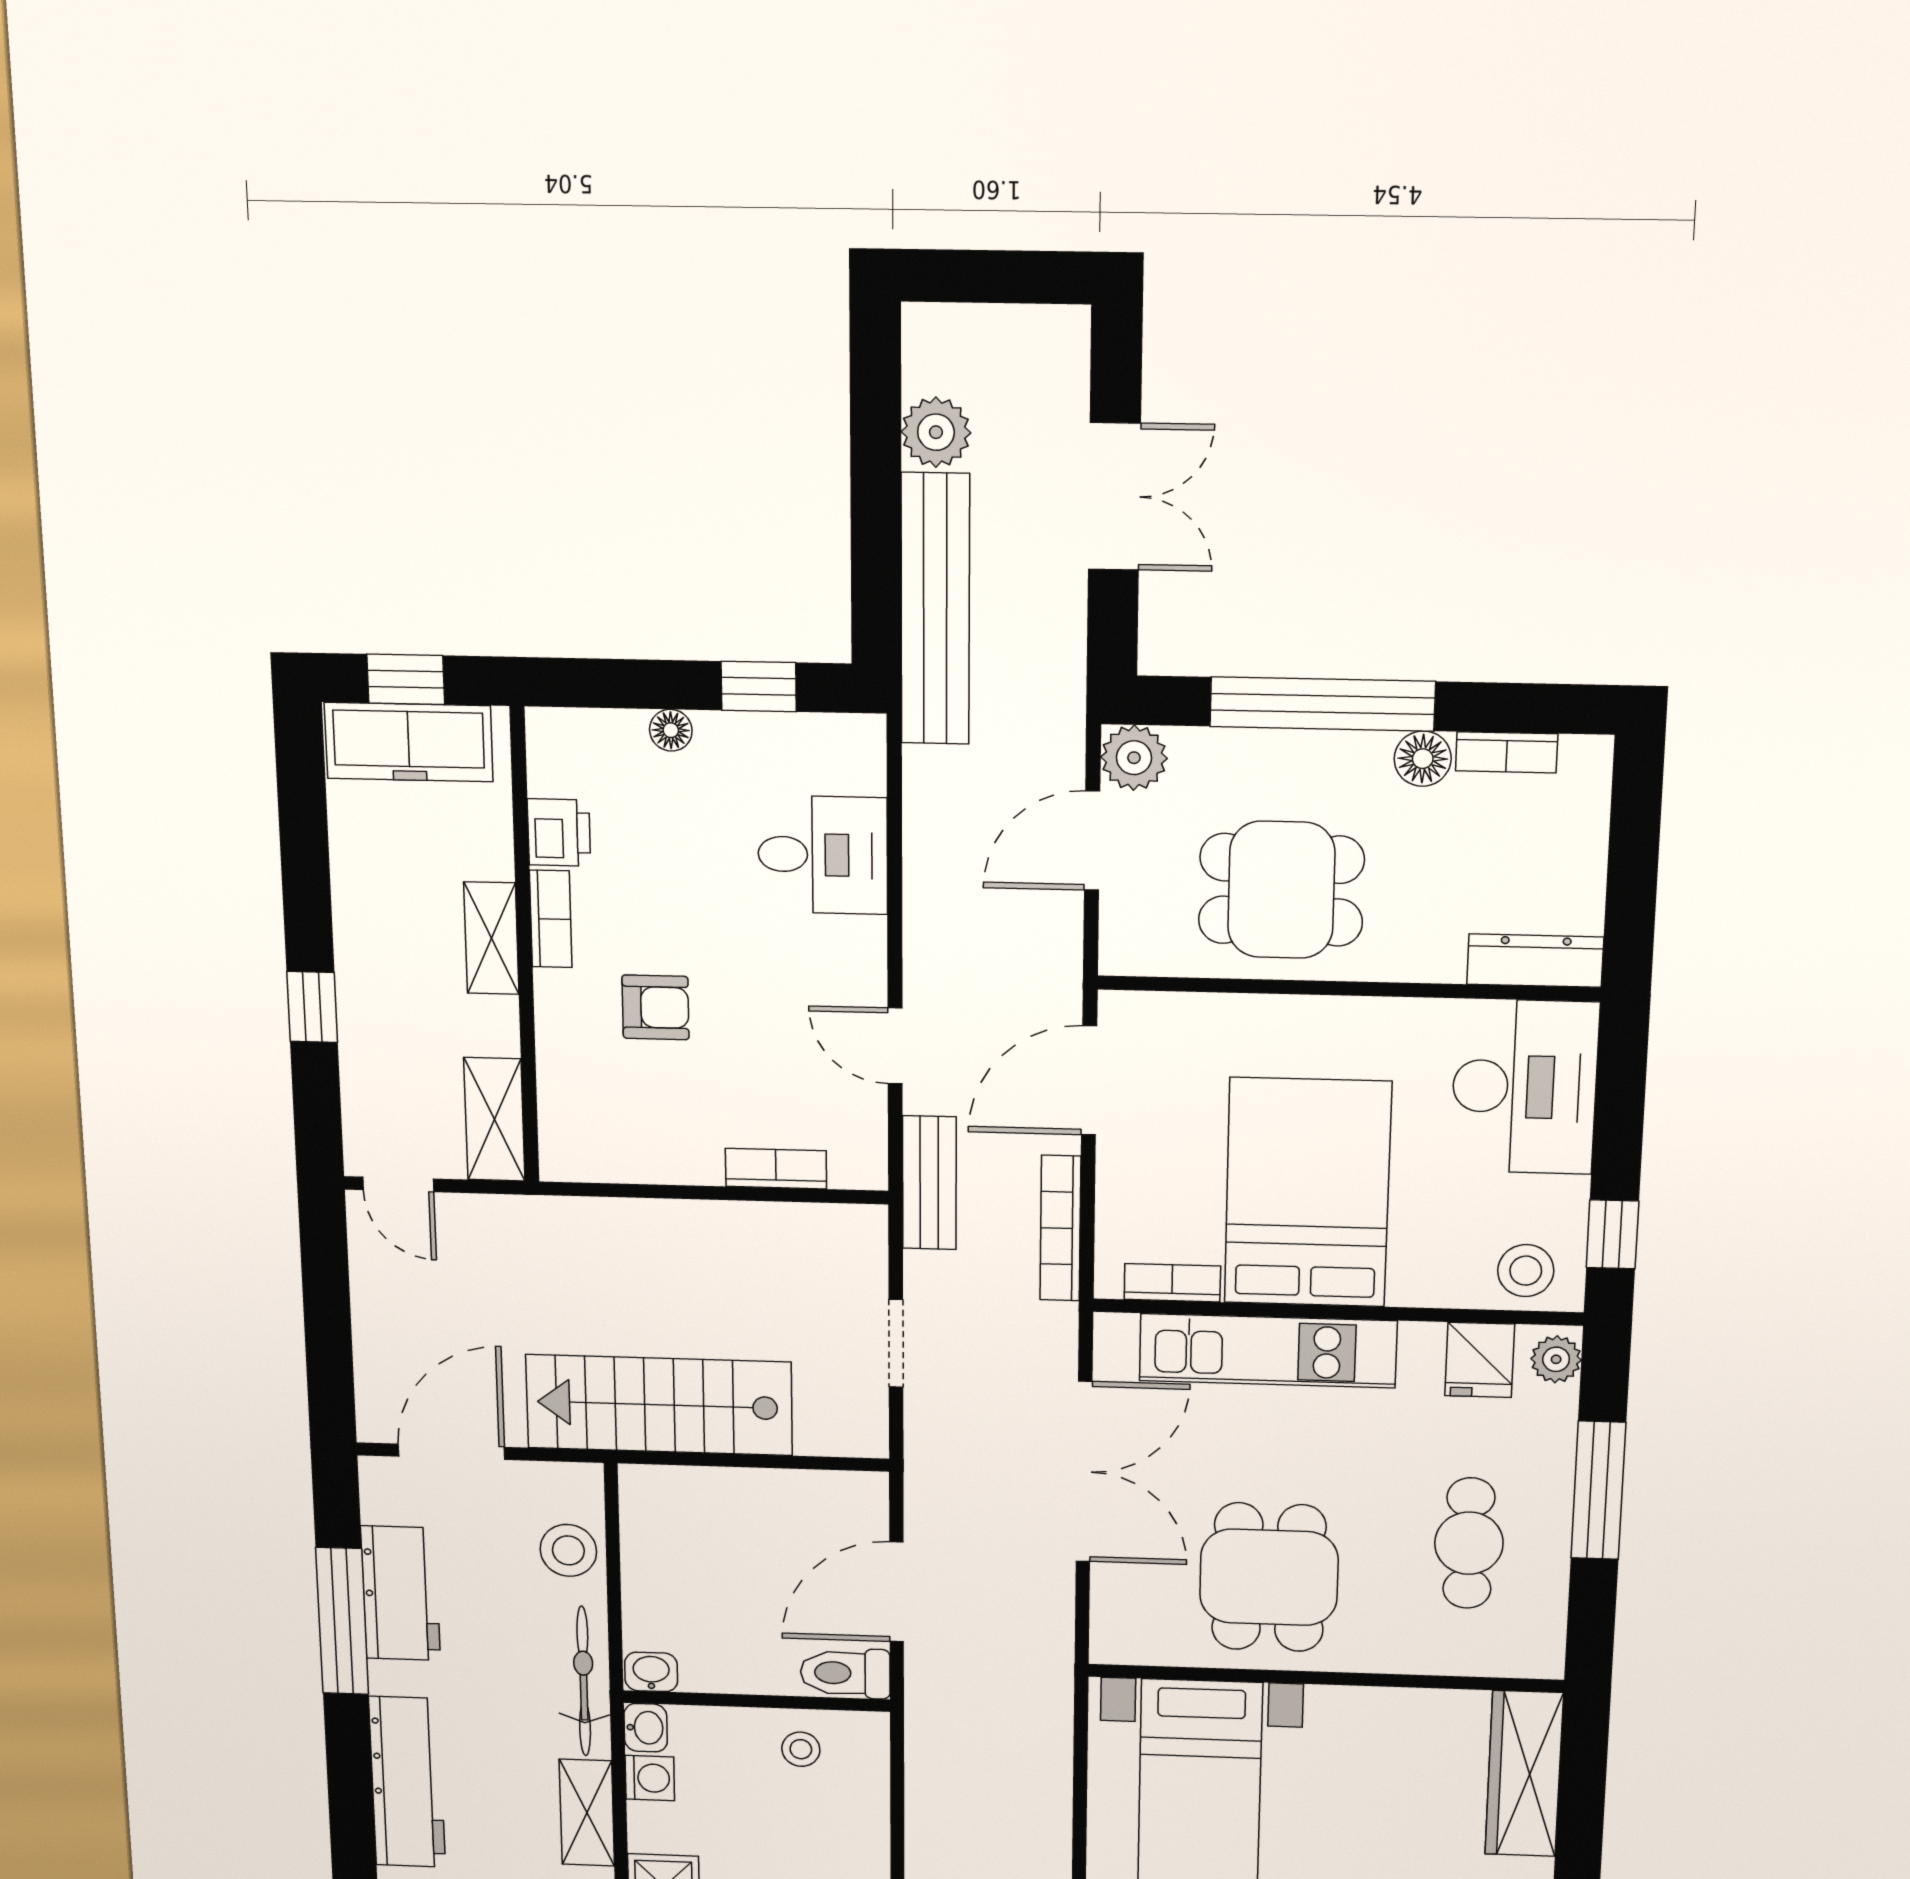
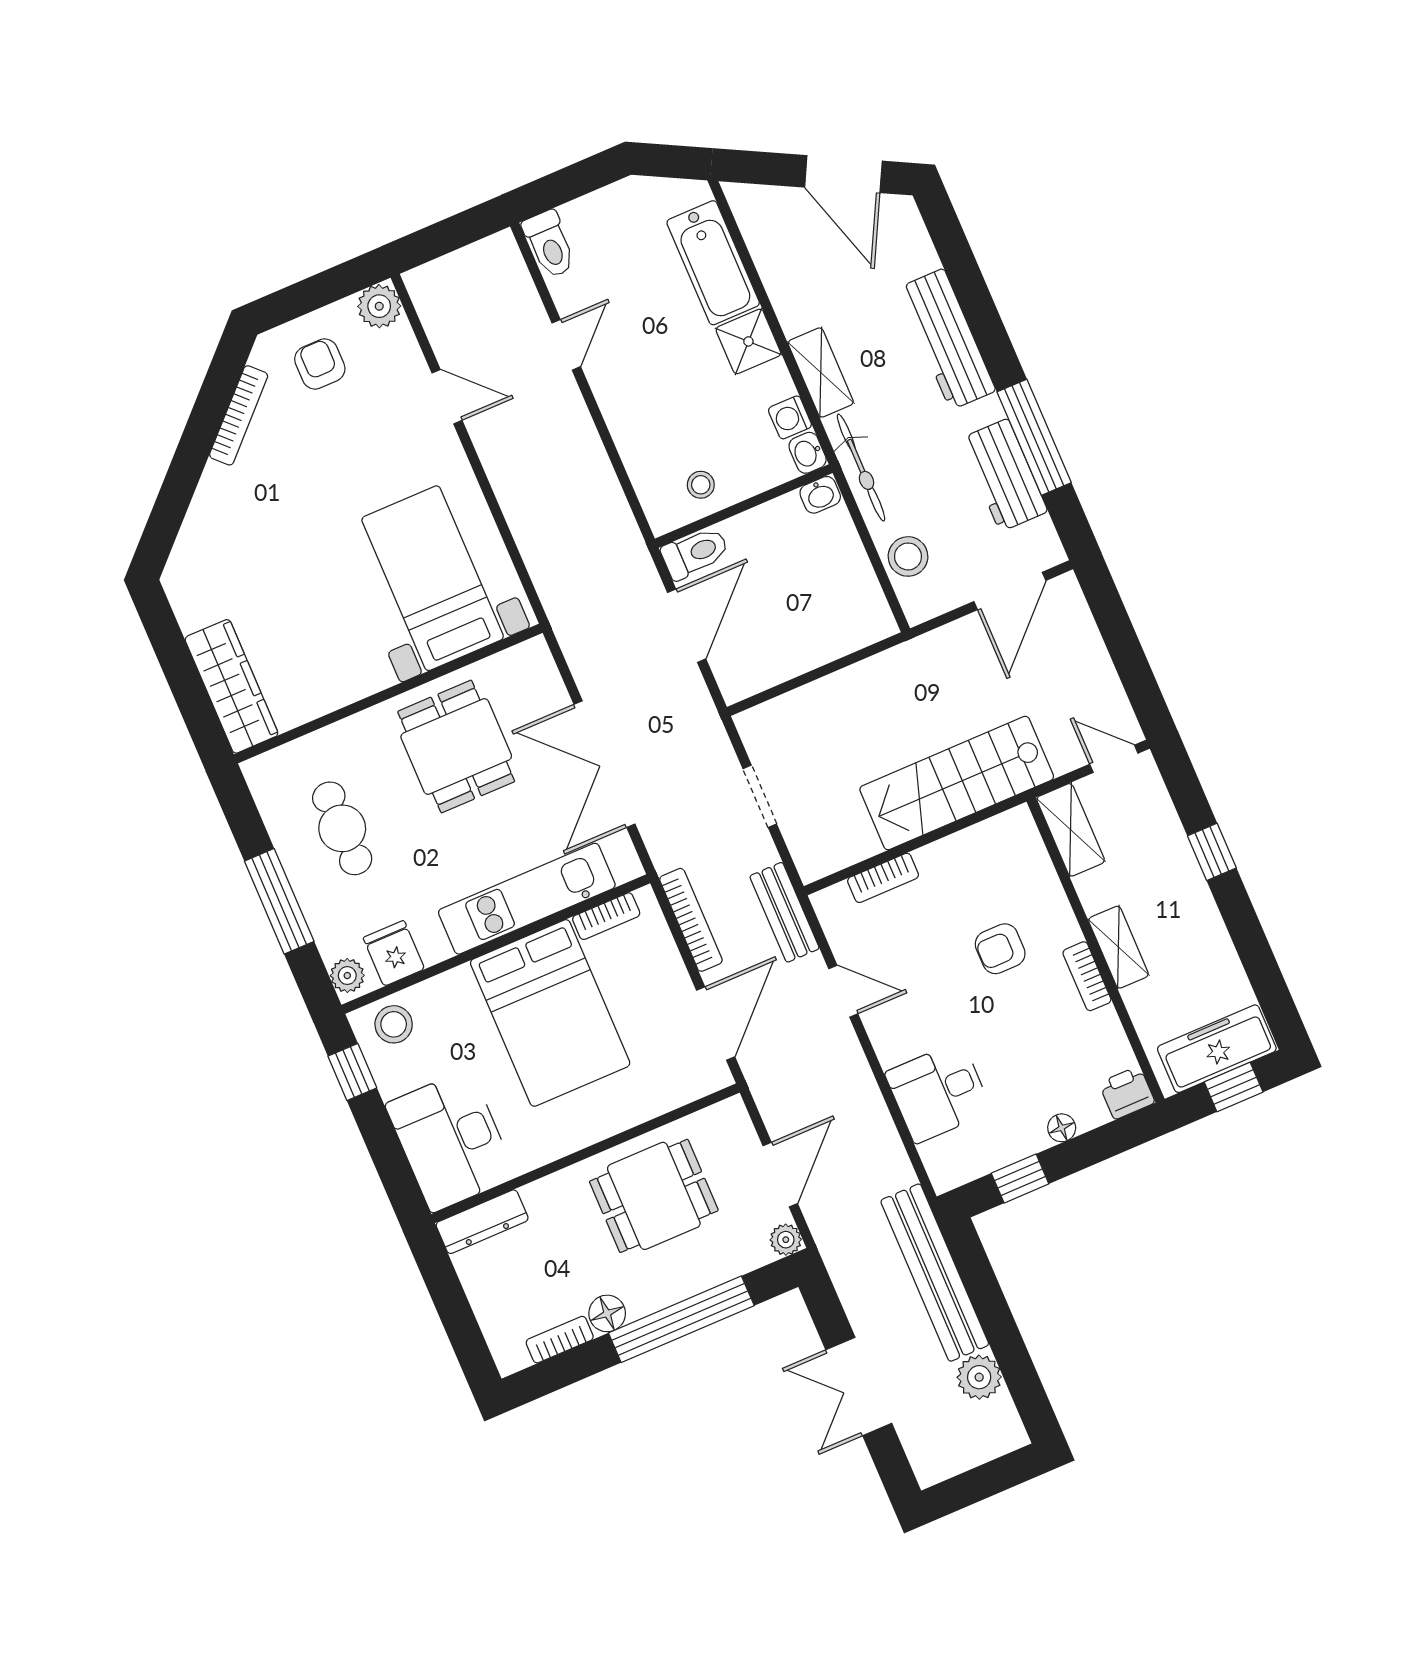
plant: (1134, 758) -> (786, 1240), width x0.73, depth x0.73
printer: (559, 832) -> (1127, 1093), moved, turned 90
stairs: (659, 1405) -> (957, 783), moved, turned 180

